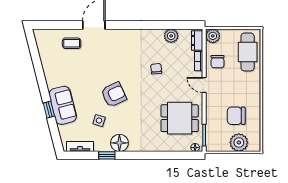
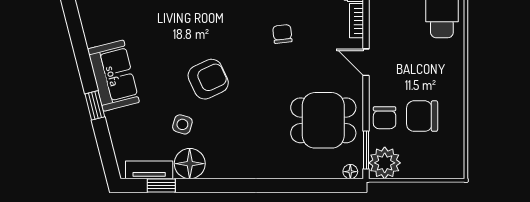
chair: (218, 62) -> (385, 118), moved
sofa: (63, 105) -> (113, 76), moved
plant: (239, 142) -> (385, 163), moved
floor lamp: (119, 143) -> (190, 164), moved
window: (107, 155) -> (161, 185), moved

